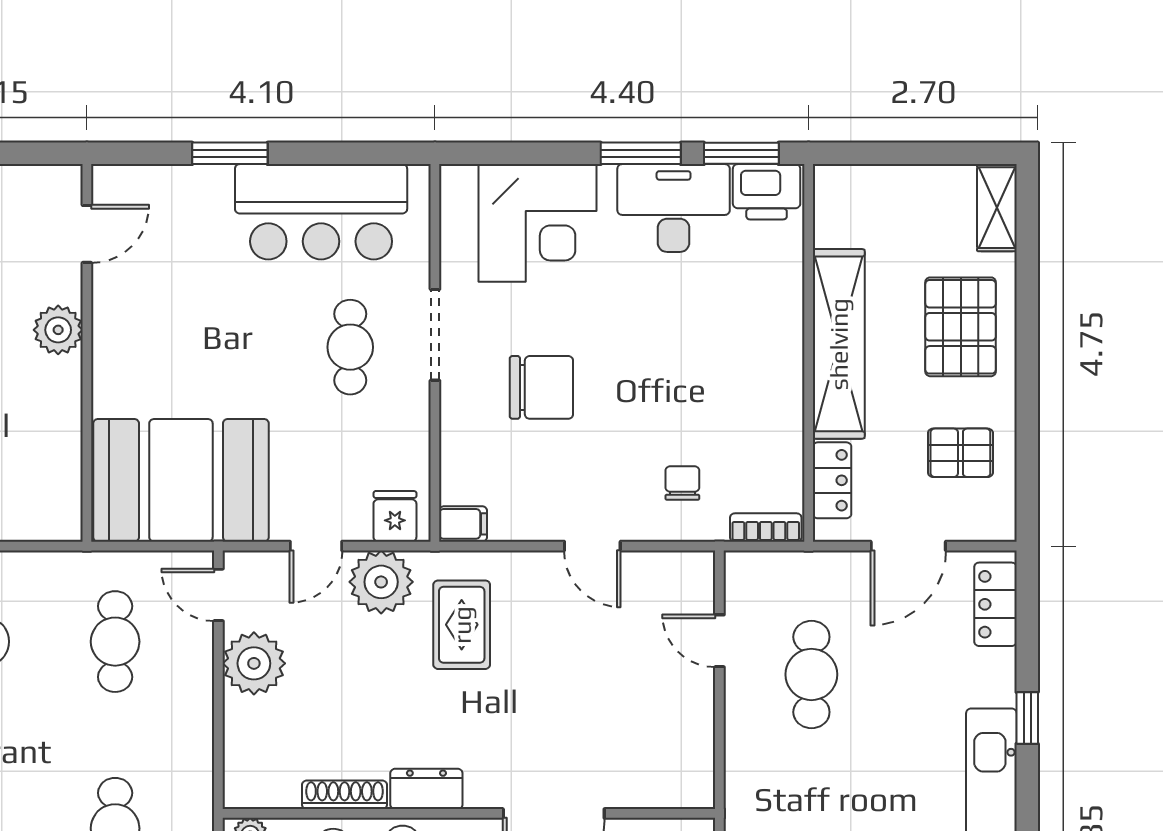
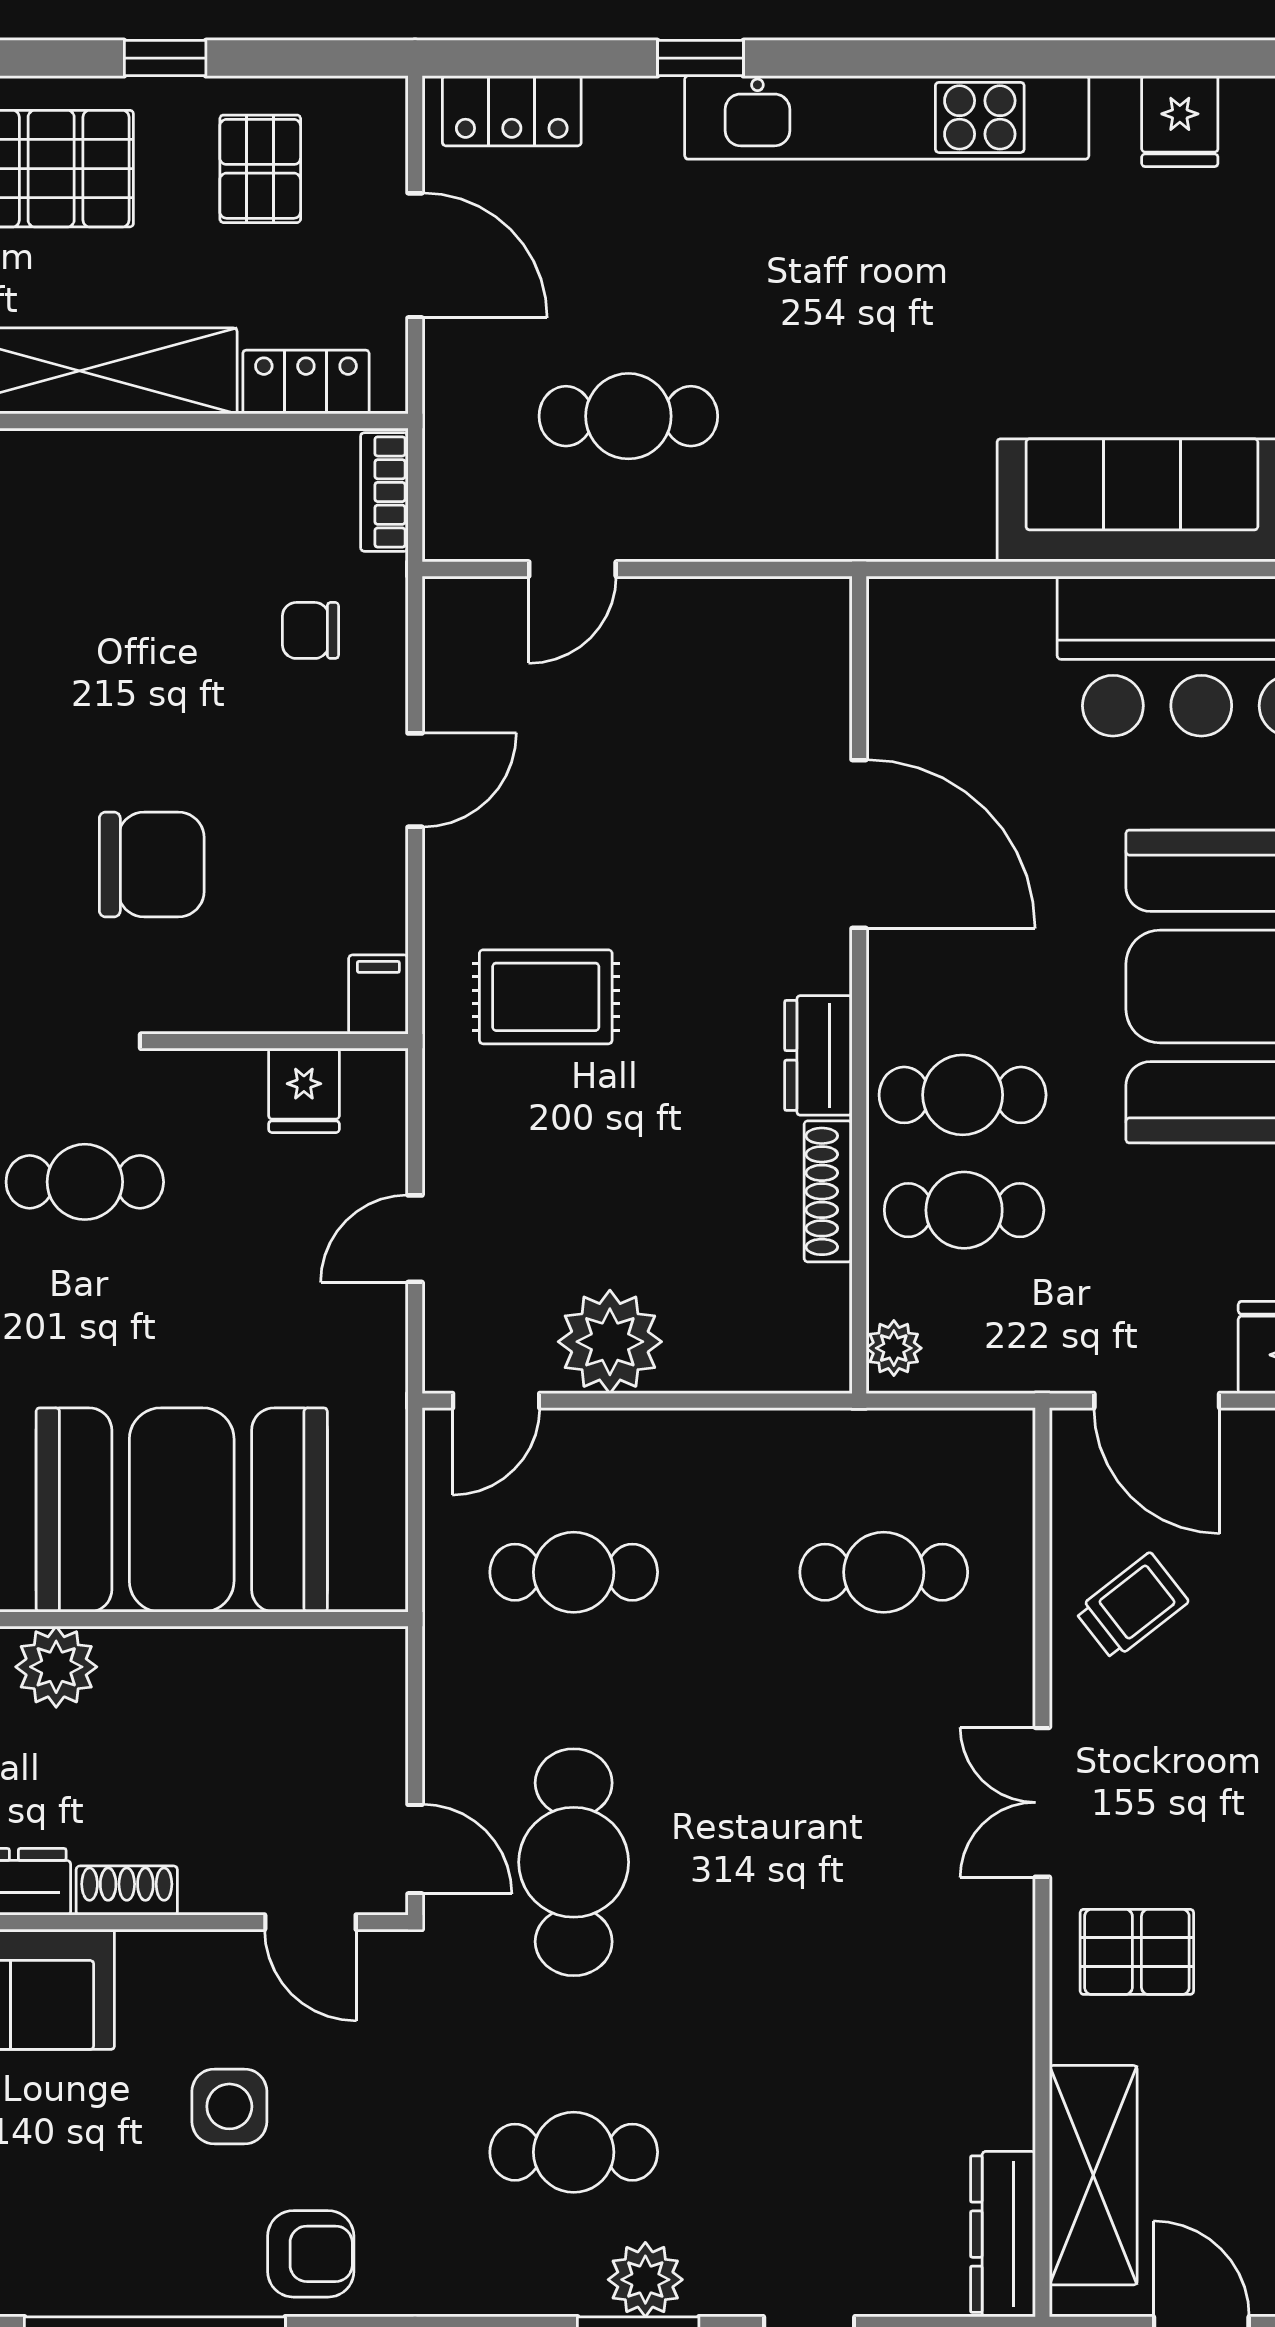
chair: (541, 387) -> (152, 864), turned 90
window: (1027, 395) -> (165, 58), added
booth: (181, 480) -> (182, 1510), moved, turned 90
fridge: (395, 516) -> (304, 1090), moved, turned -90
door: (316, 546) -> (415, 1239), swing flipped
plant: (381, 582) -> (475, 1131), removed

